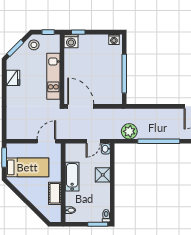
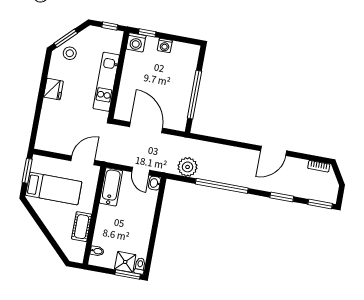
washing machine: (114, 39) -> (165, 45), moved
stool: (34, 45) -> (70, 53), moved
fridge: (13, 78) -> (53, 89), moved
door: (81, 106) -> (146, 127), moved
door: (93, 141) -> (141, 171), hinge flipped
shower: (103, 175) -> (125, 262), moved
bathtub: (72, 177) -> (111, 187), moved

